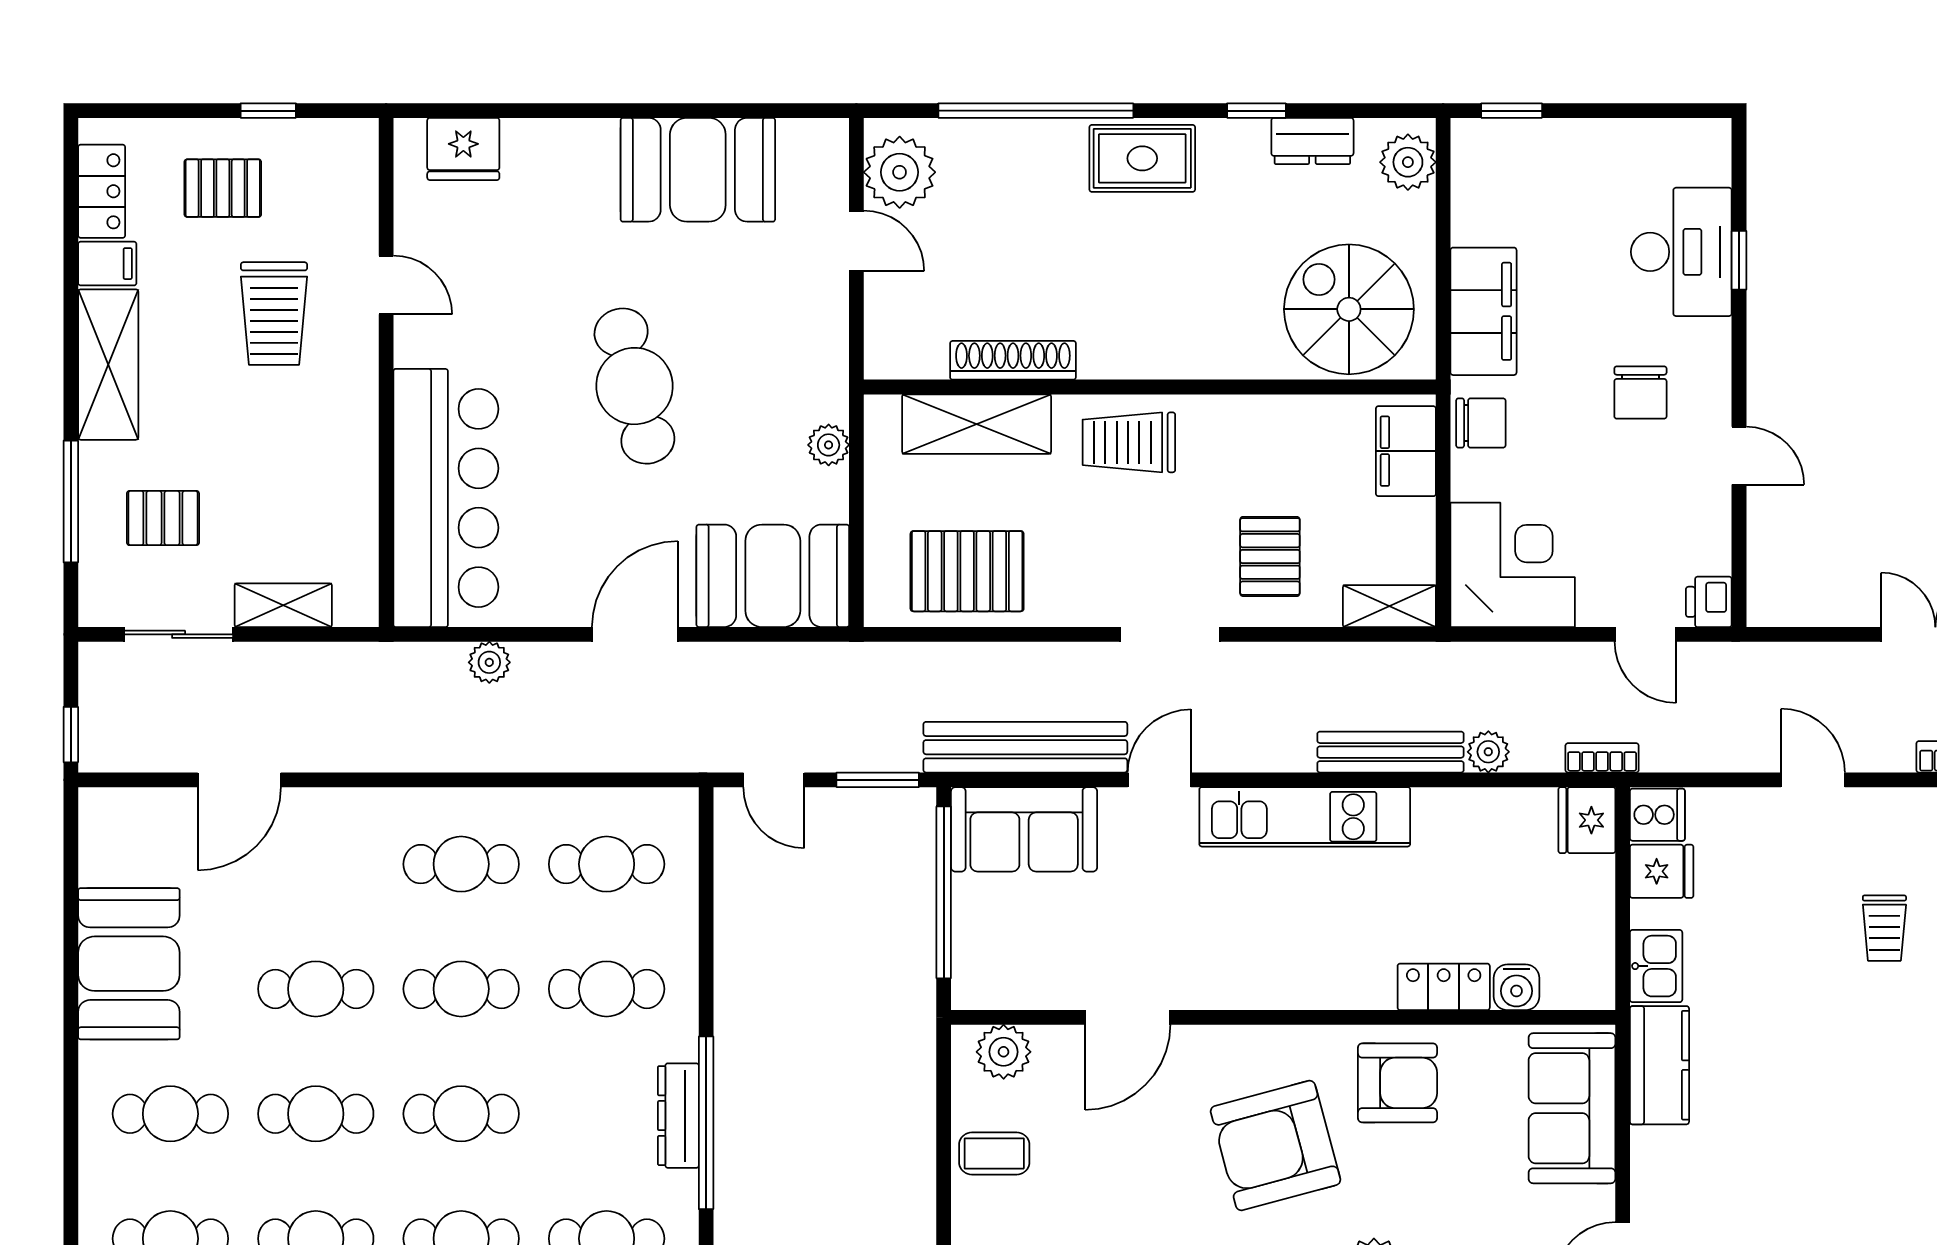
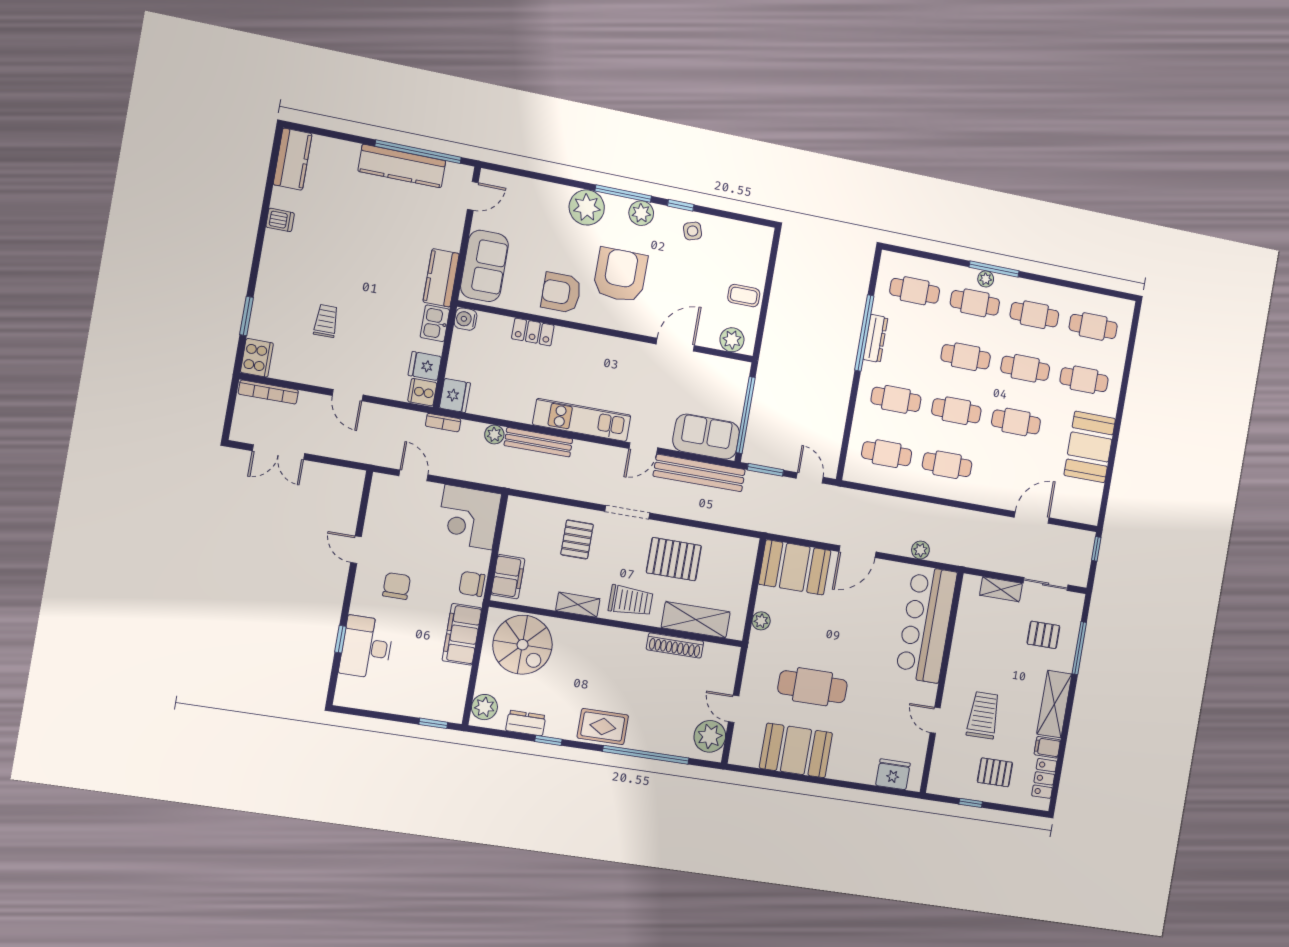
cafe table: (634, 386) -> (812, 687), moved, turned -76
pallet: (967, 571) -> (674, 559), moved
printer: (1709, 602) -> (382, 485), removed
shelving: (1389, 606) -> (578, 605), moved
water cooler: (1516, 987) -> (466, 319), moved, turned -90
armchair: (1276, 1146) -> (620, 275), turned -75

